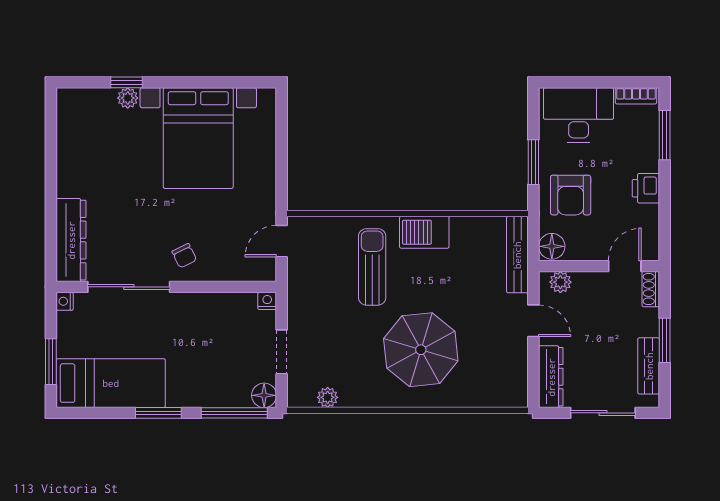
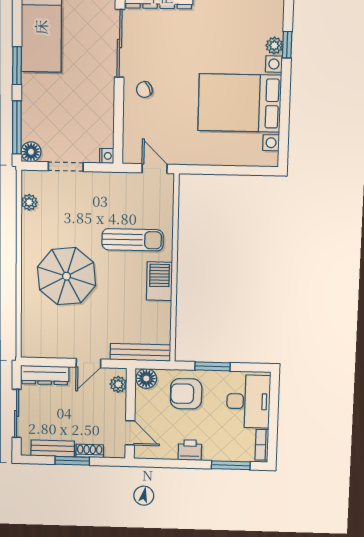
shoe rack: (651, 289) -> (90, 451), moved

